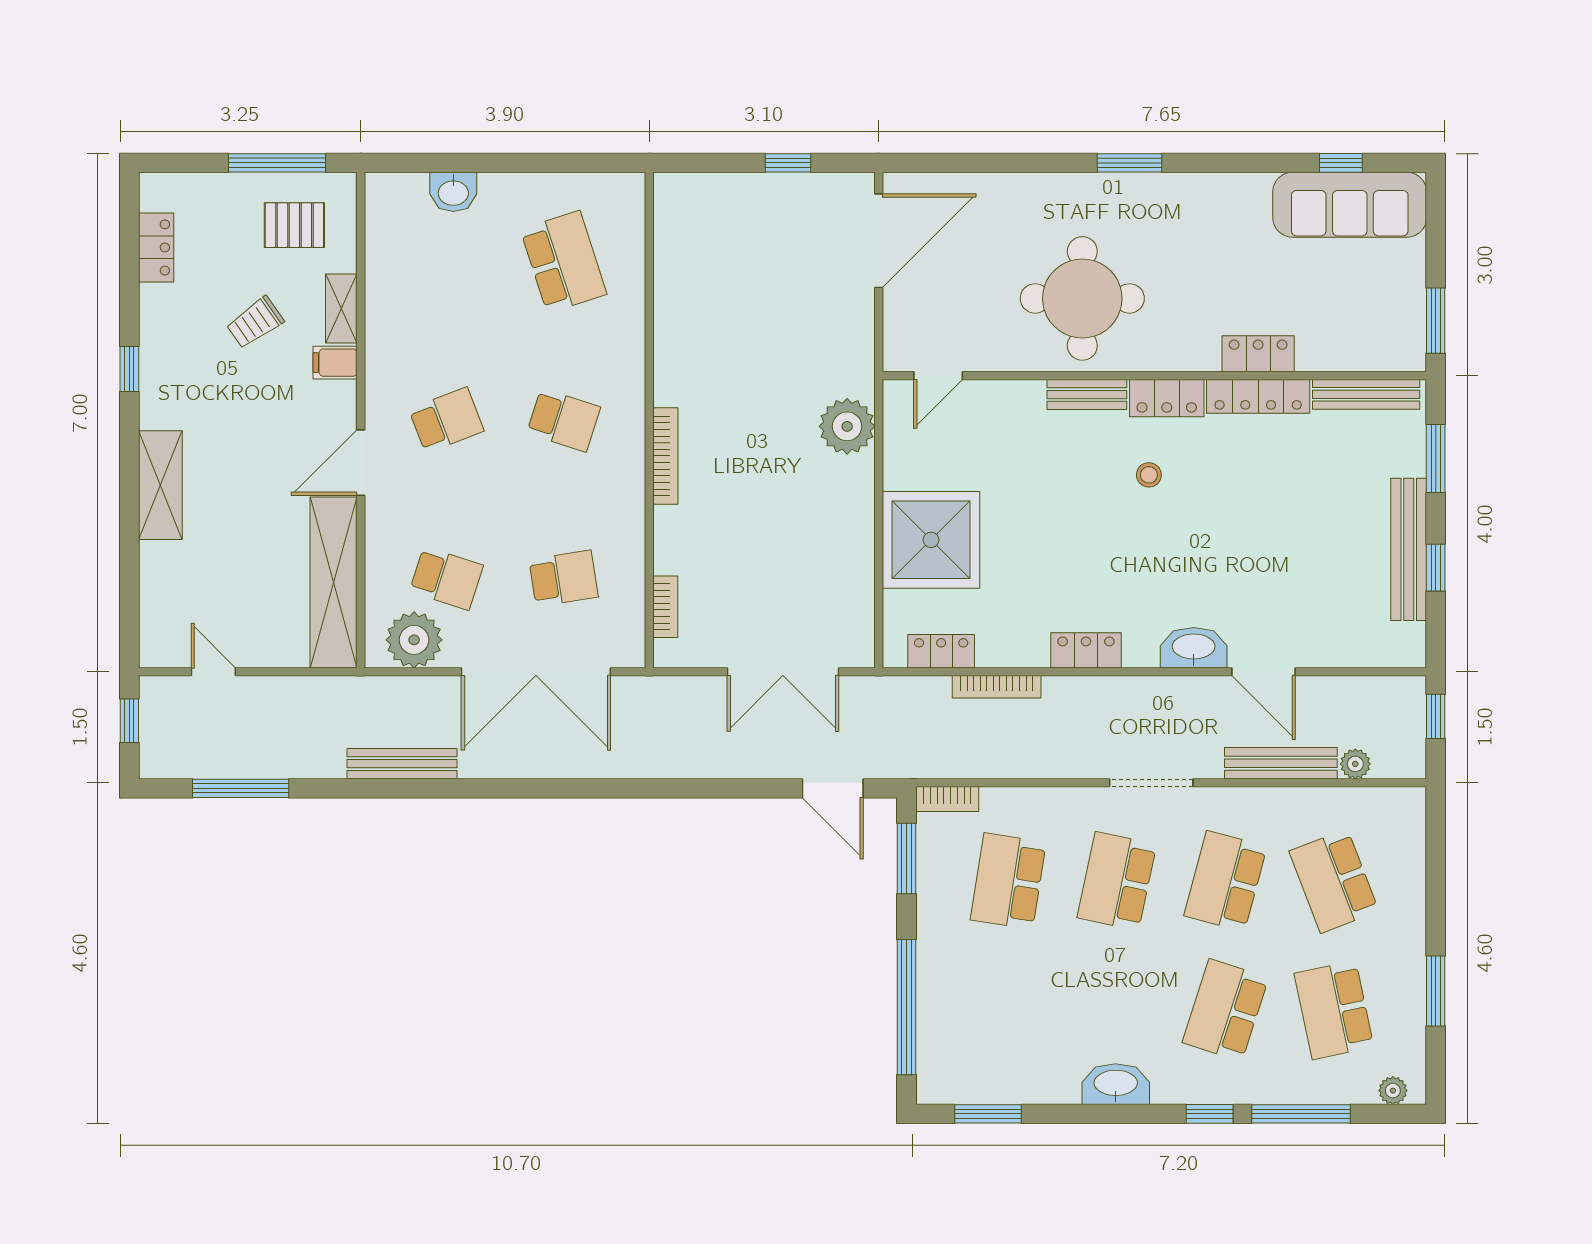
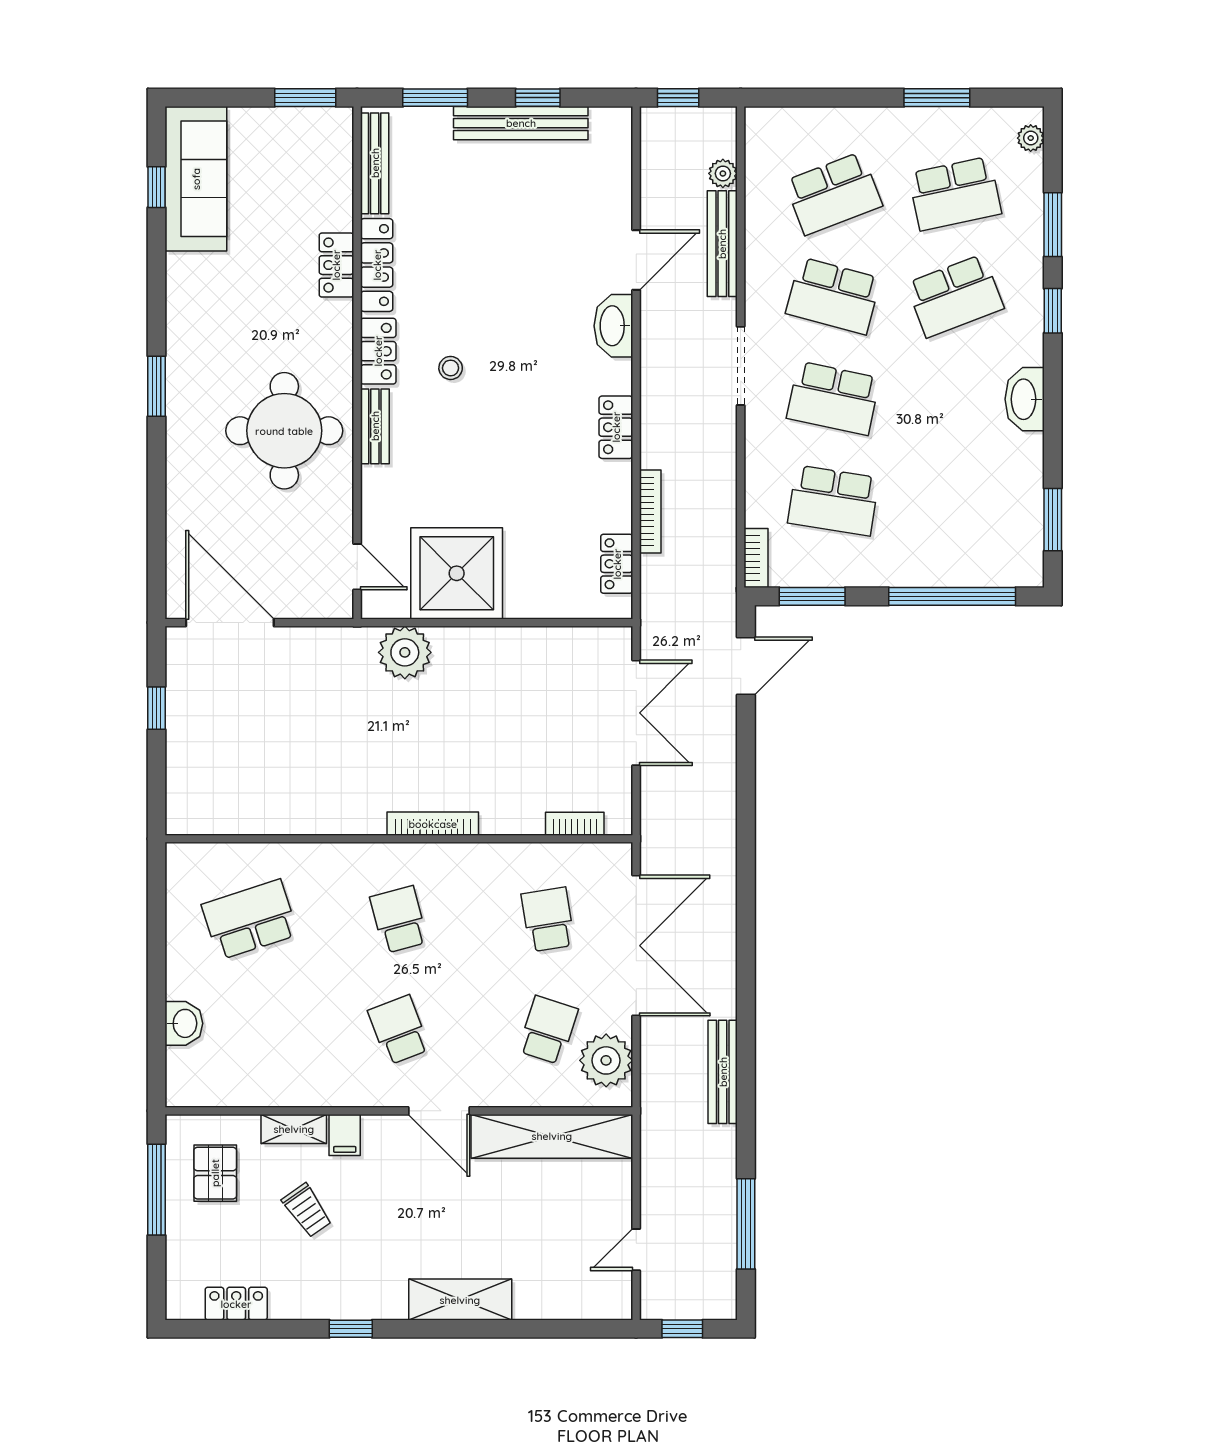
school desk: (564, 420) -> (399, 920), turned -33
shower: (931, 540) -> (457, 573), moved
school desk: (1225, 1010) -> (955, 296), turned -39
window: (1301, 1114) -> (1053, 225), width x0.69

